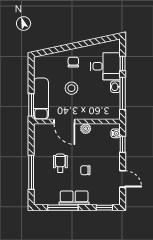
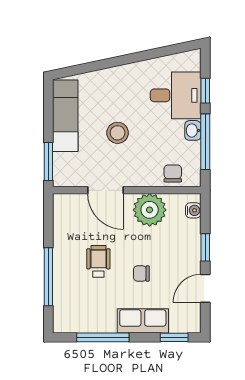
chair: (73, 62) -> (173, 173), moved
exam couch: (41, 99) -> (65, 116), moved
plant: (86, 129) -> (150, 210), width x1.87, depth x1.87
window: (123, 144) -> (205, 247), moved
door: (123, 179) -> (205, 288), swing flipped
row of seats: (74, 198) -> (143, 321), moved

